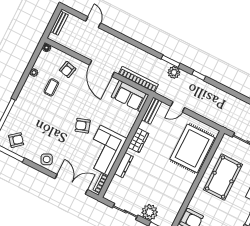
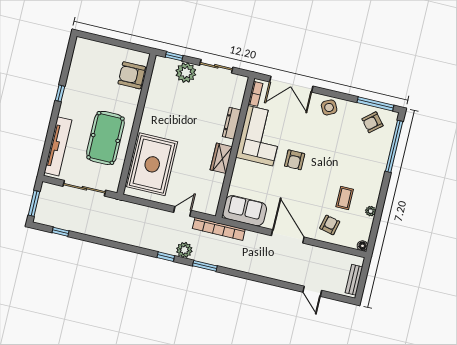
plant: (174, 72) -> (184, 250), moved
bookcase: (138, 79) -> (219, 229), moved
bench: (152, 111) -> (214, 199), removed
armchair: (83, 126) -> (295, 160), turned 108

